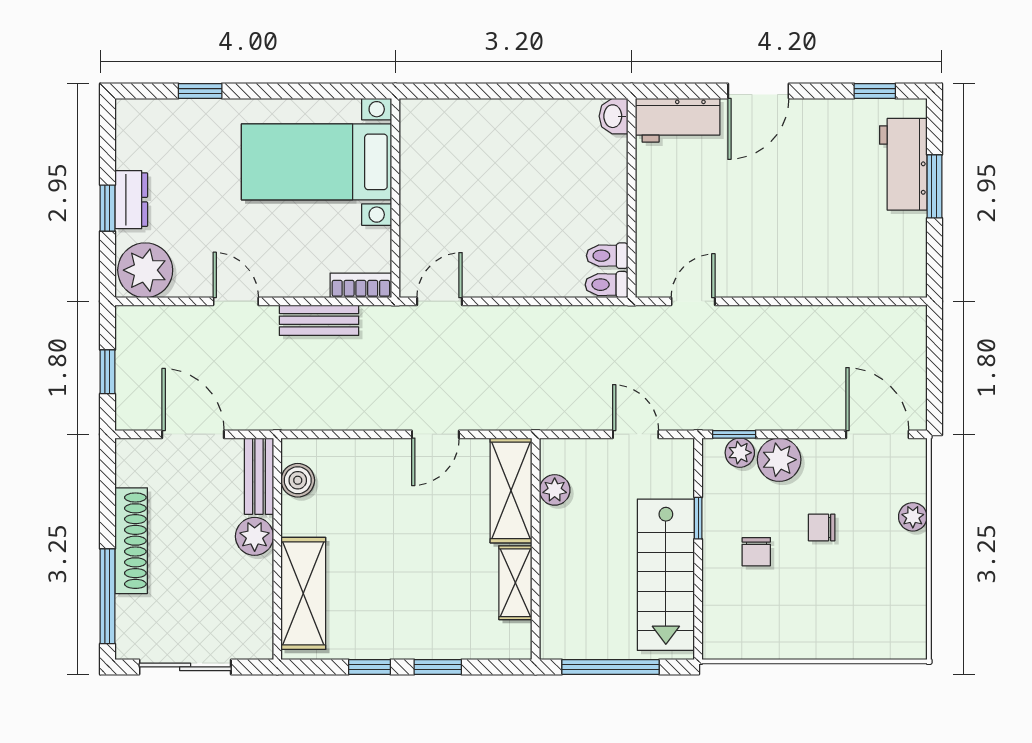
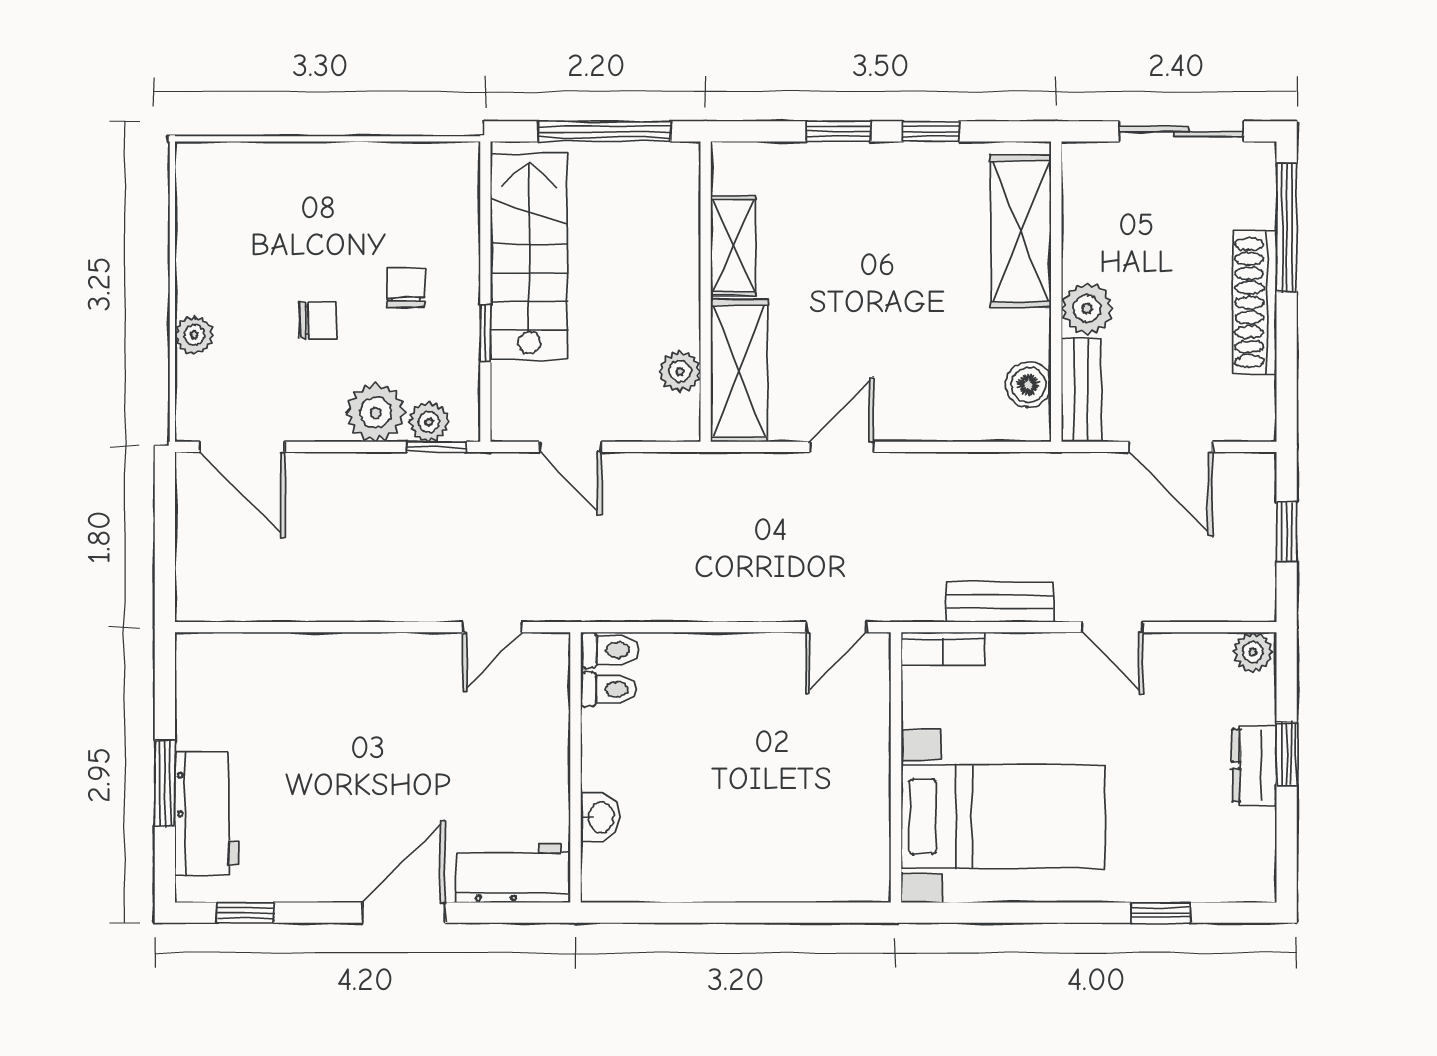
washbasin: (614, 116) -> (600, 817), moved
plant: (145, 270) -> (1253, 652), width x0.53, depth x0.53

